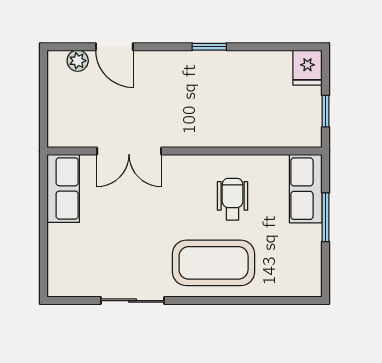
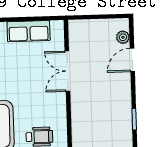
row of seats: (63, 188) -> (29, 31), moved

